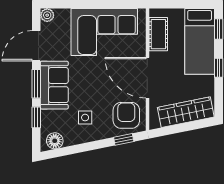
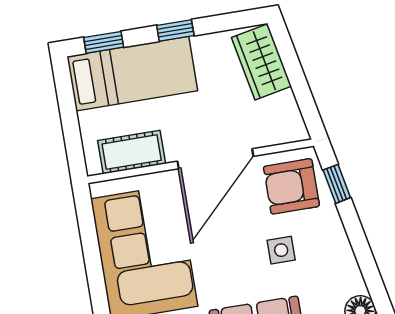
wardrobe: (186, 112) -> (261, 62), width x0.67
side table: (85, 118) -> (281, 250), moved

